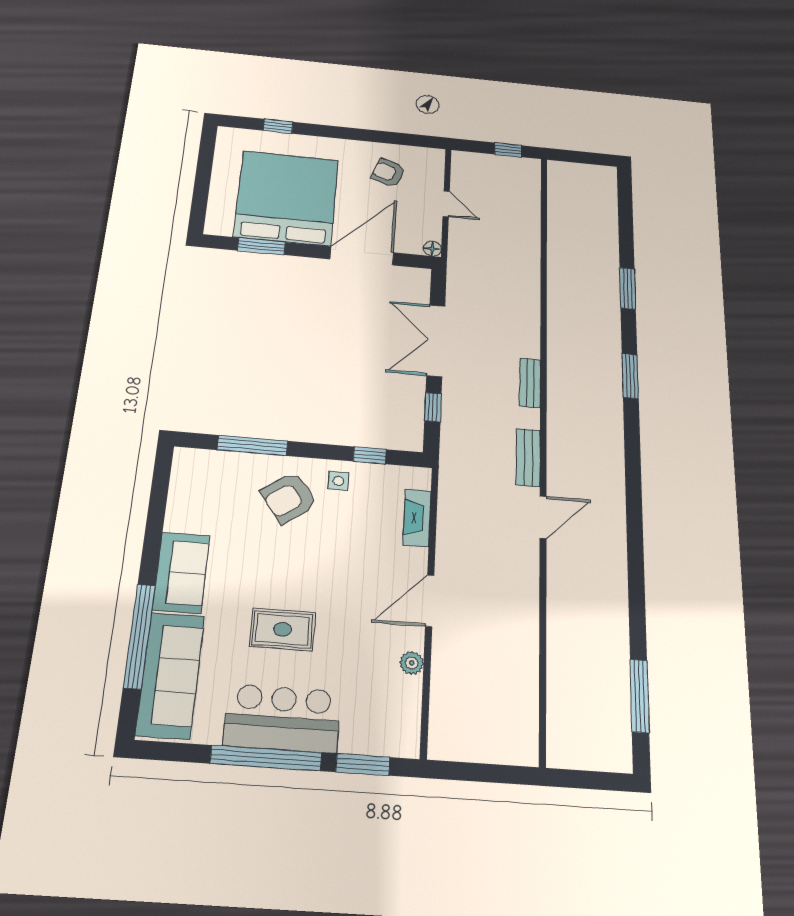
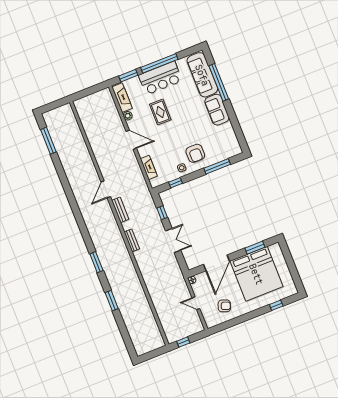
double door: (436, 341) -> (173, 241), width x0.73
armchair: (289, 498) -> (195, 153), turned 126
door: (430, 601) -> (131, 140), hinge flipped
rug: (283, 629) -> (160, 112), moved, turned 90
fireplace: (405, 715) -> (122, 98), added

